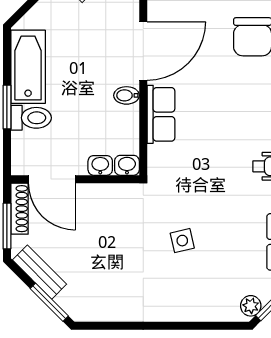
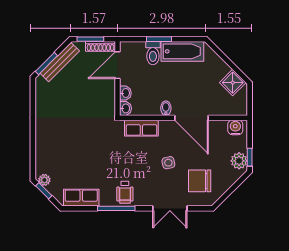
row of seats: (161, 114) -> (141, 128), moved
side table: (182, 241) -> (168, 163), moved
bench: (40, 272) -> (60, 62), width x1.36

